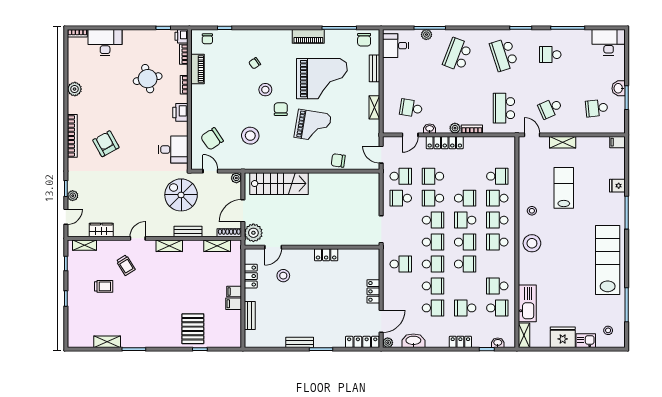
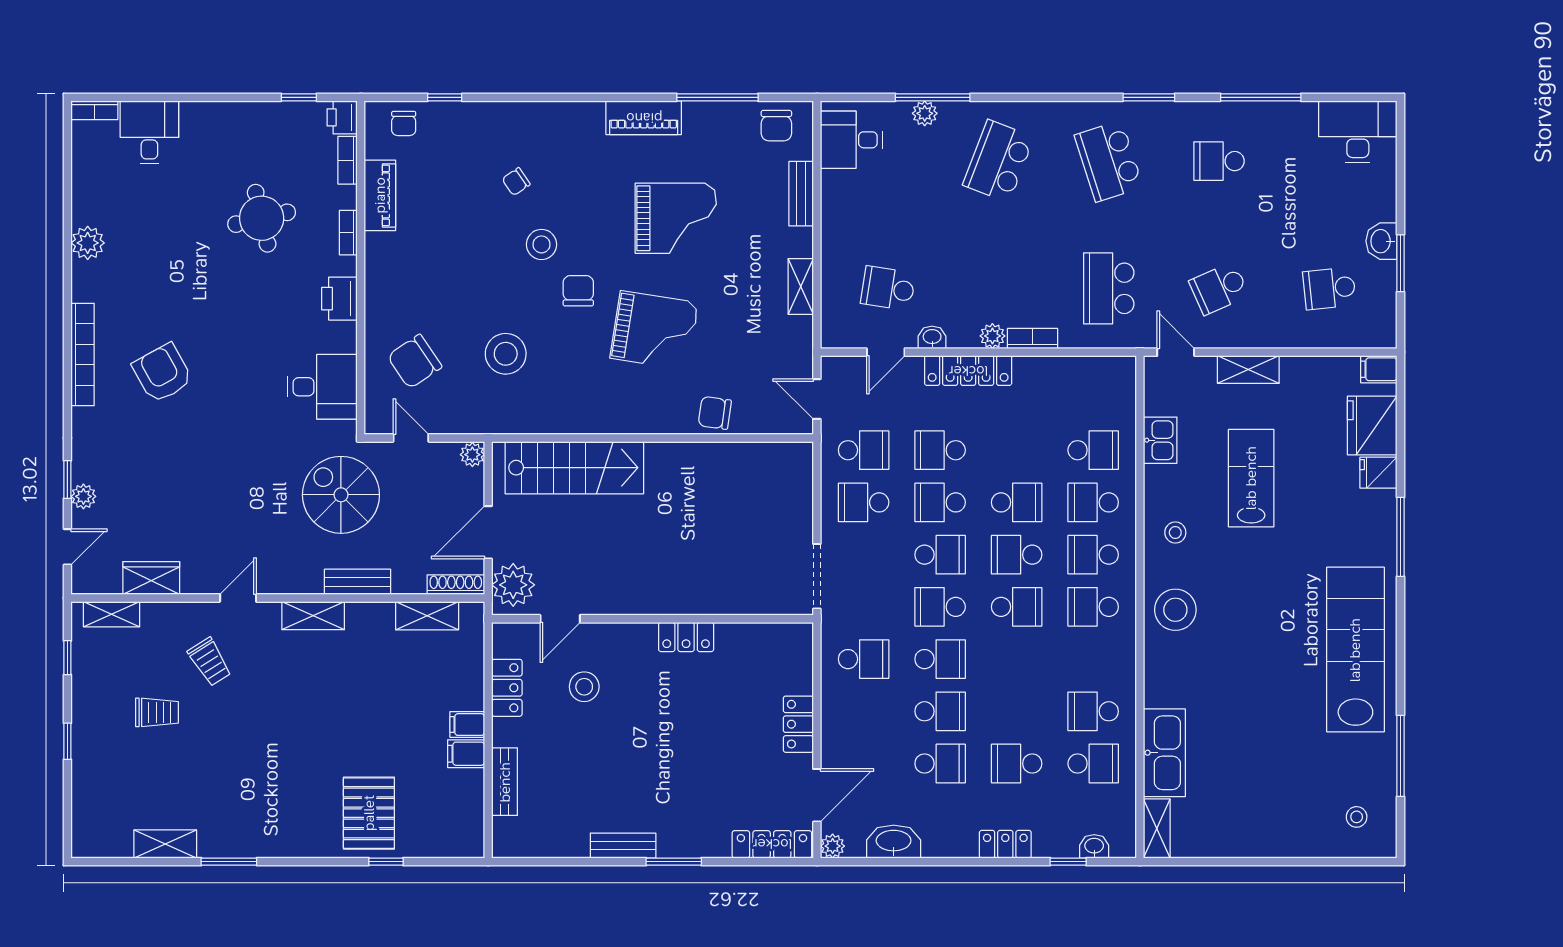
desk: (105, 43) -> (149, 132), width x0.73
grand piano: (322, 79) -> (676, 218), width x0.73, depth x0.68
school desk: (433, 242) -> (940, 607), turned 180
school desk: (465, 264) -> (1017, 659), removed
fridge: (563, 337) -> (1372, 425), moved, turned -90
kitchen sink: (586, 341) -> (1160, 440), moved, turned 90

